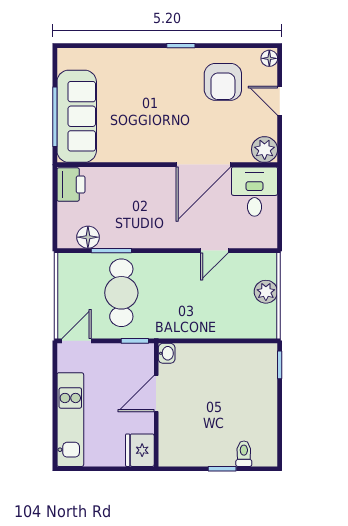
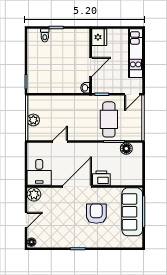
armchair: (223, 82) -> (96, 214), moved
door: (280, 101) -> (26, 220), hinge flipped
door: (203, 165) -> (77, 186), moved
printer: (71, 185) -> (101, 178), moved, turned 90

